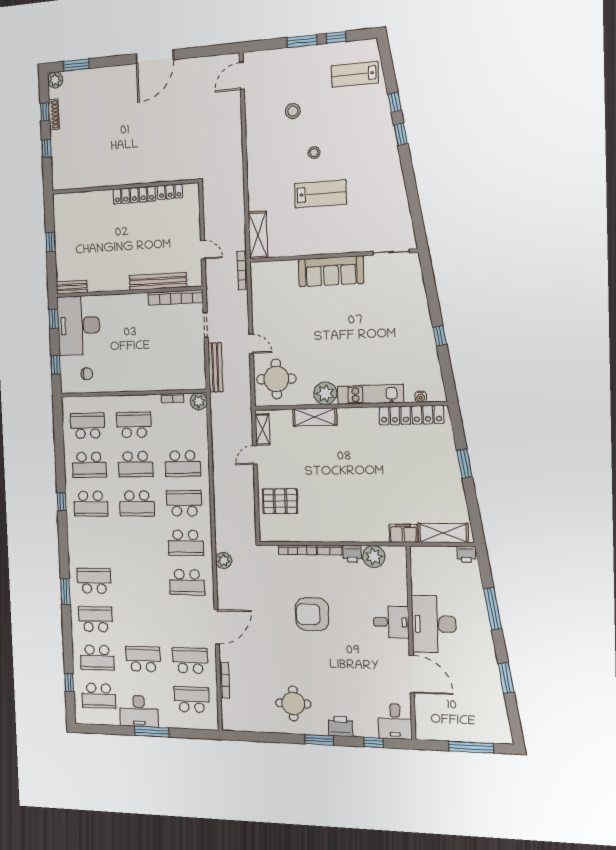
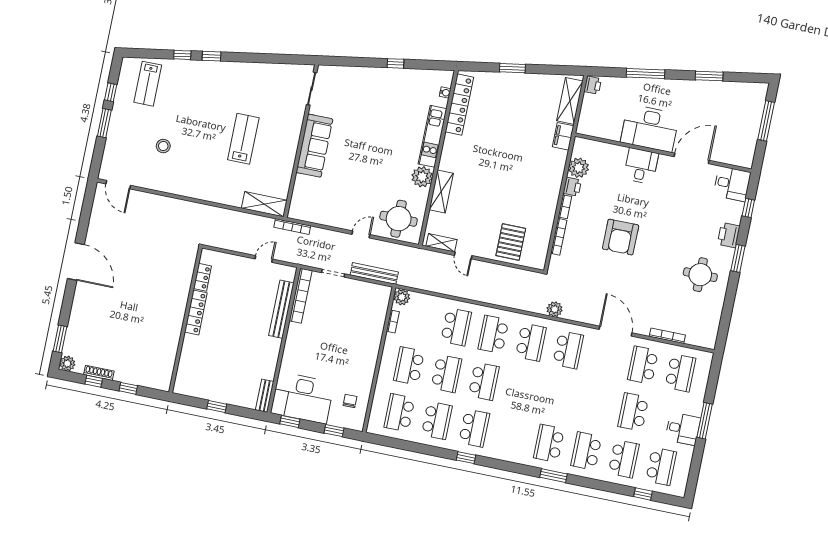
stool: (314, 153) -> (205, 136), removed
school desk: (192, 700) -> (680, 373), turned 180
desk: (139, 711) -> (683, 429), width x0.73

